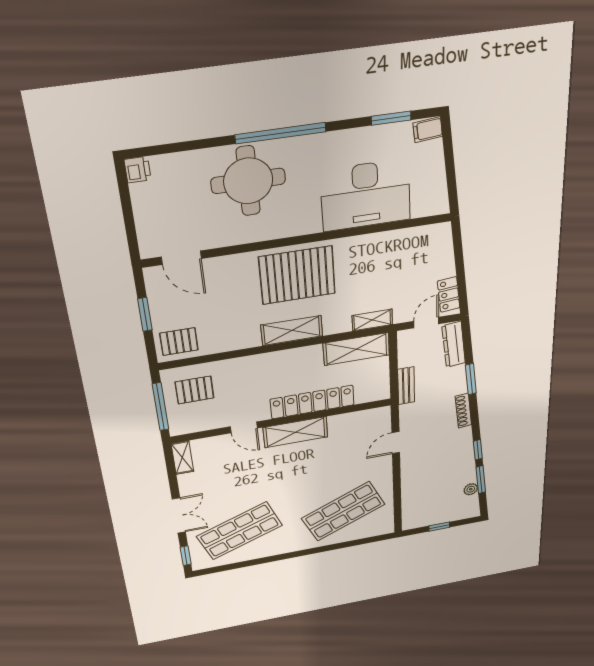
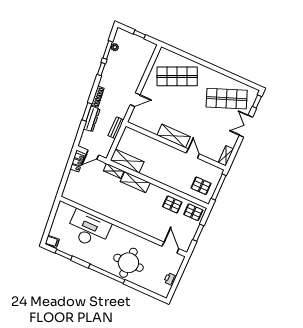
printer: (138, 170) -> (170, 279), moved
pallet: (297, 275) -> (172, 204), moved, width x0.49, depth x0.50
shelving: (292, 331) -> (135, 182), moved
dresser: (454, 344) -> (92, 119), moved
locker: (312, 402) -> (158, 147), removed

